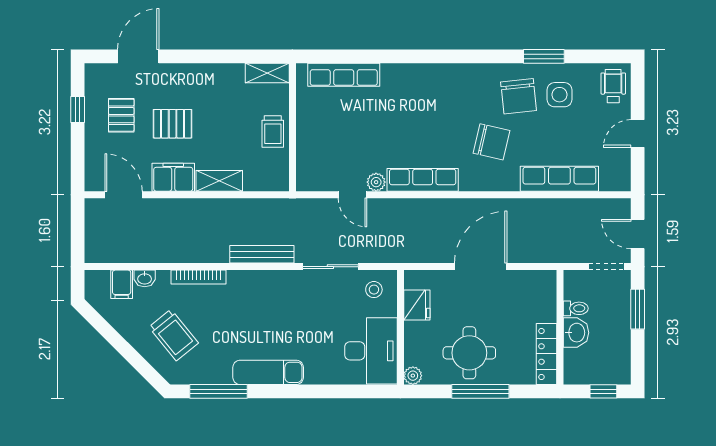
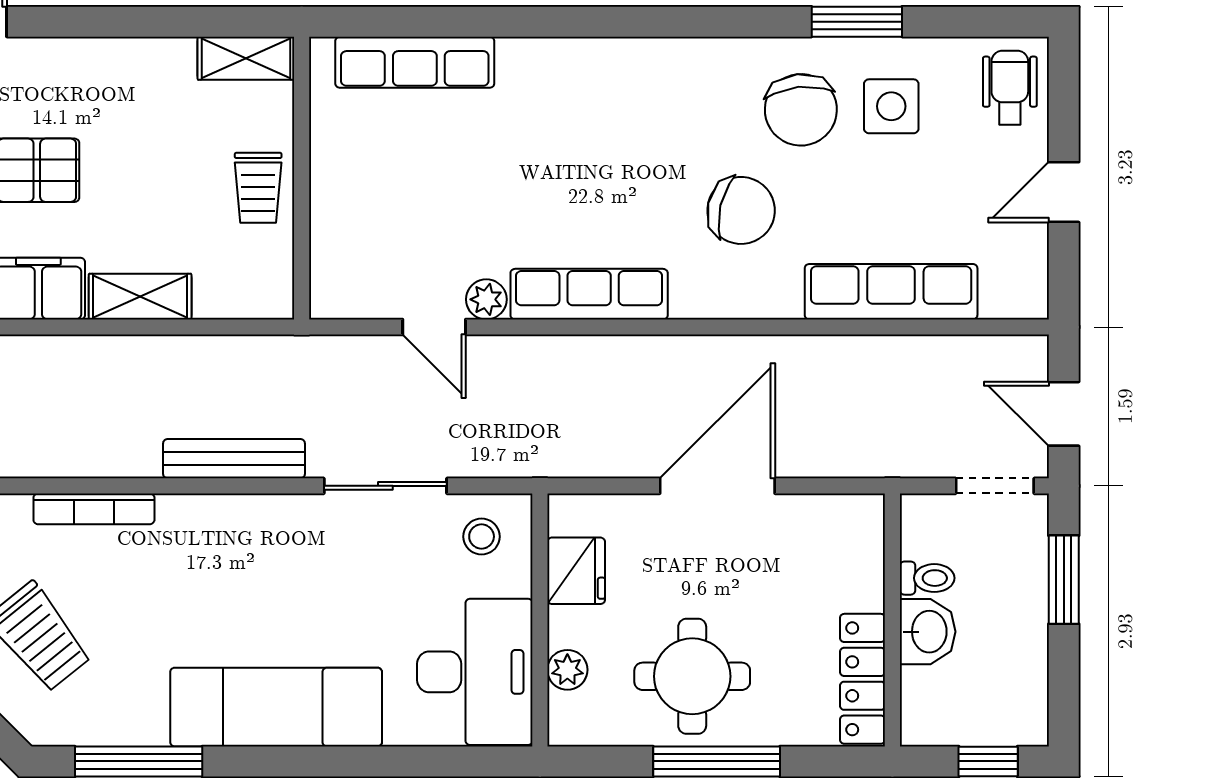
exam couch: (268, 372) -> (276, 707), width x1.36, depth x1.45
plant: (413, 376) -> (567, 670), moved

